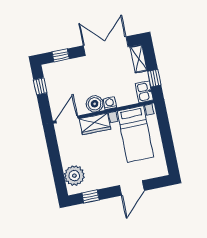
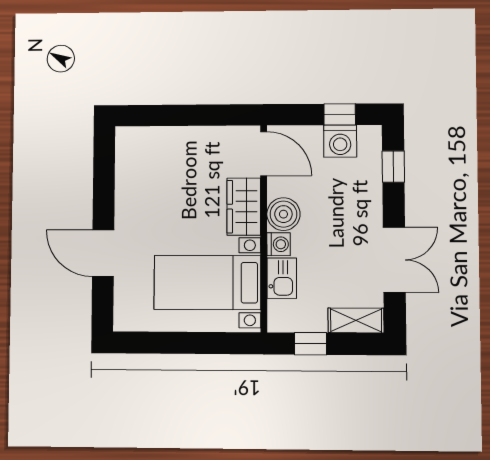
double door: (106, 46) -> (394, 260), width x0.73
washing machine: (53, 83) -> (340, 141), added
kitchen sink: (144, 92) -> (282, 278), moved, turned 90
plant: (74, 176) -> (151, 146), removed
window: (91, 196) -> (104, 169), removed

